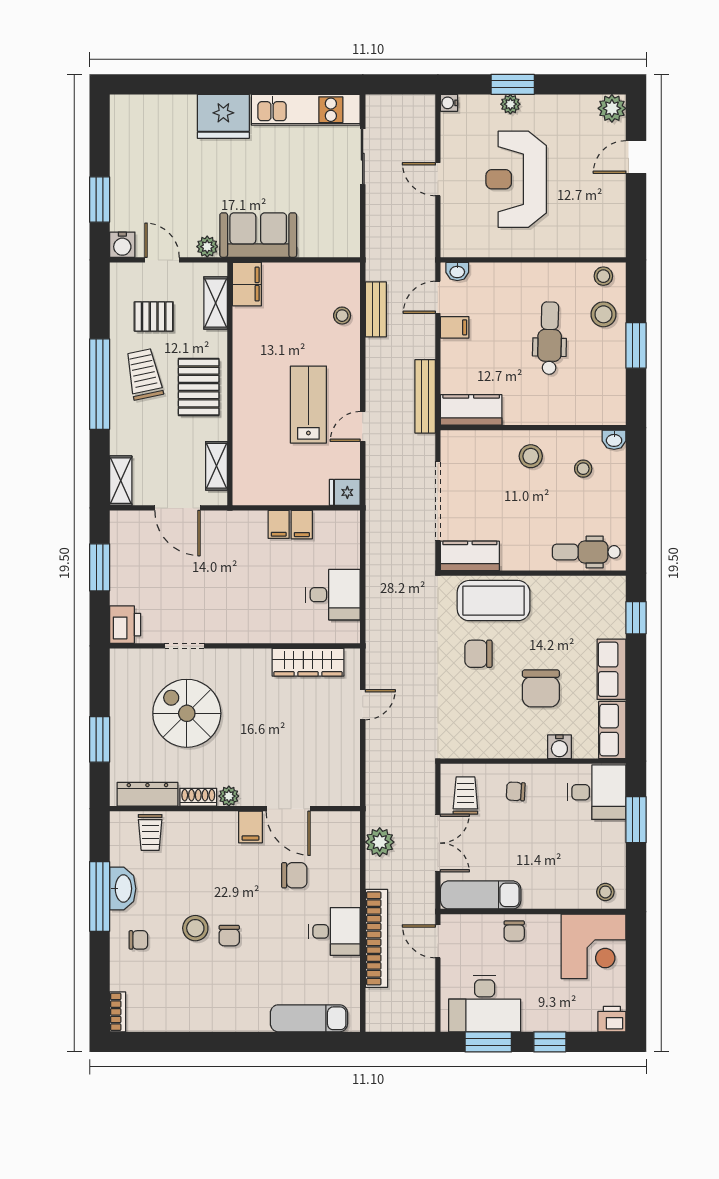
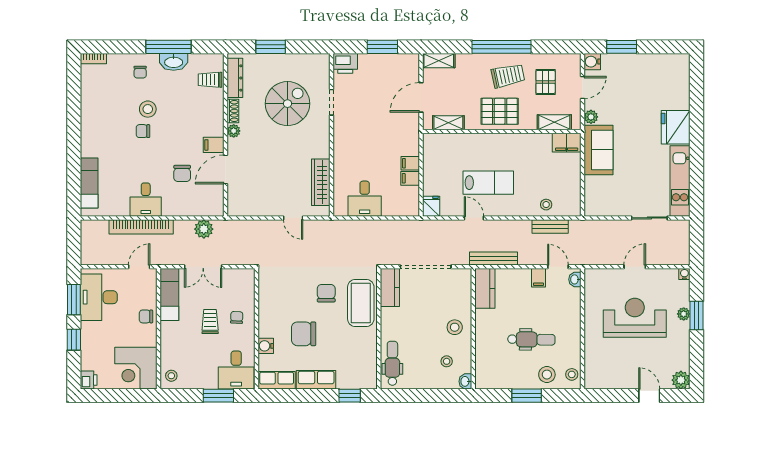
trolley: (465, 796) -> (210, 322), moved, turned -90

